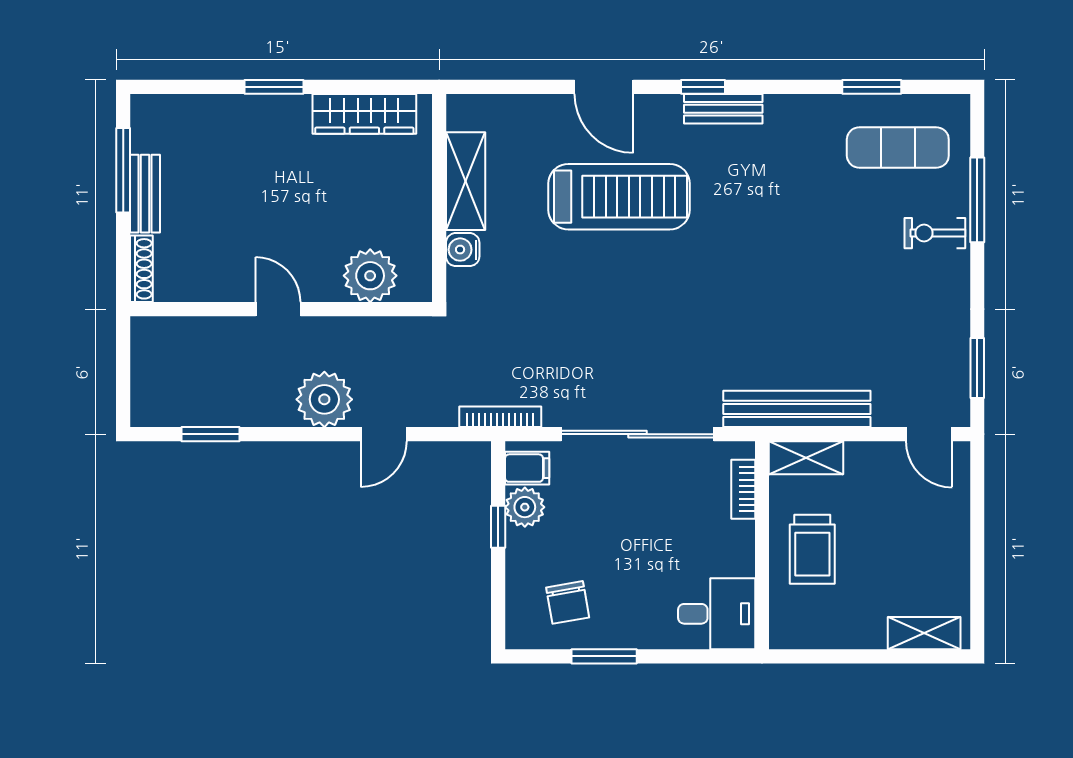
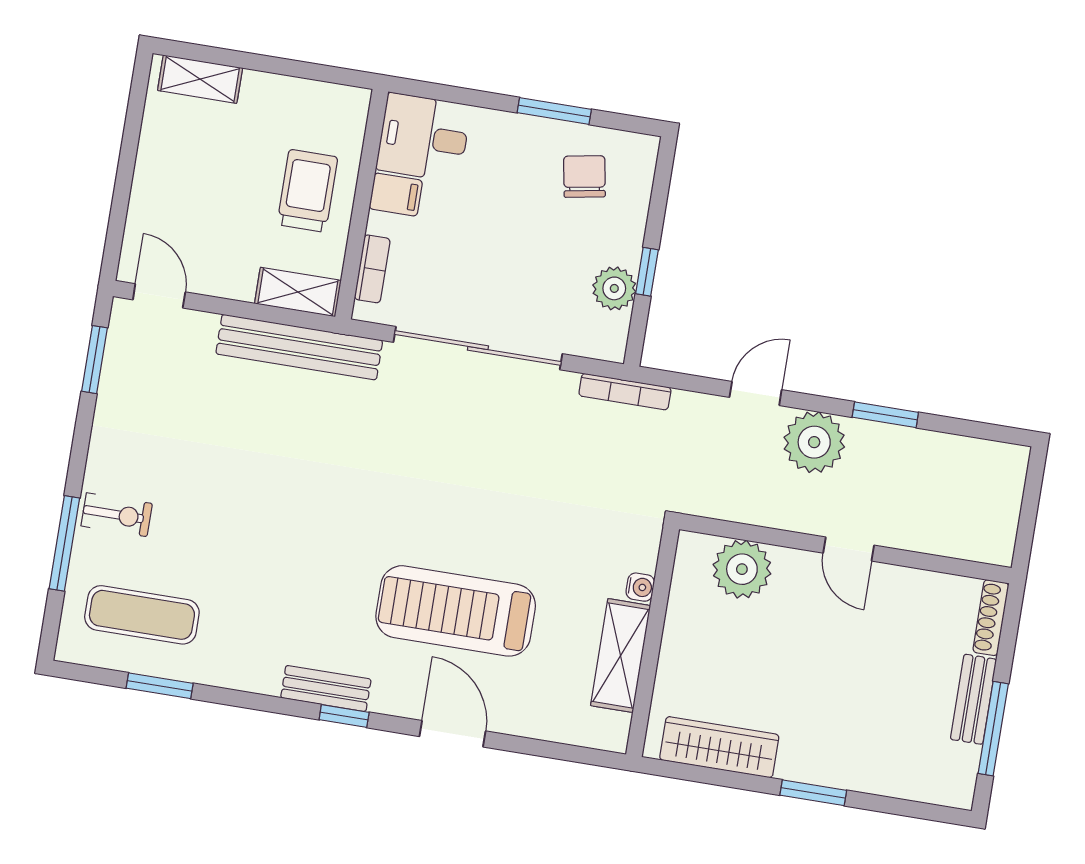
water cooler: (463, 250) -> (640, 587), width x0.72, depth x0.72
window: (211, 434) -> (885, 415), moved
filing cabinet: (527, 468) -> (396, 195), moved, turned 180

